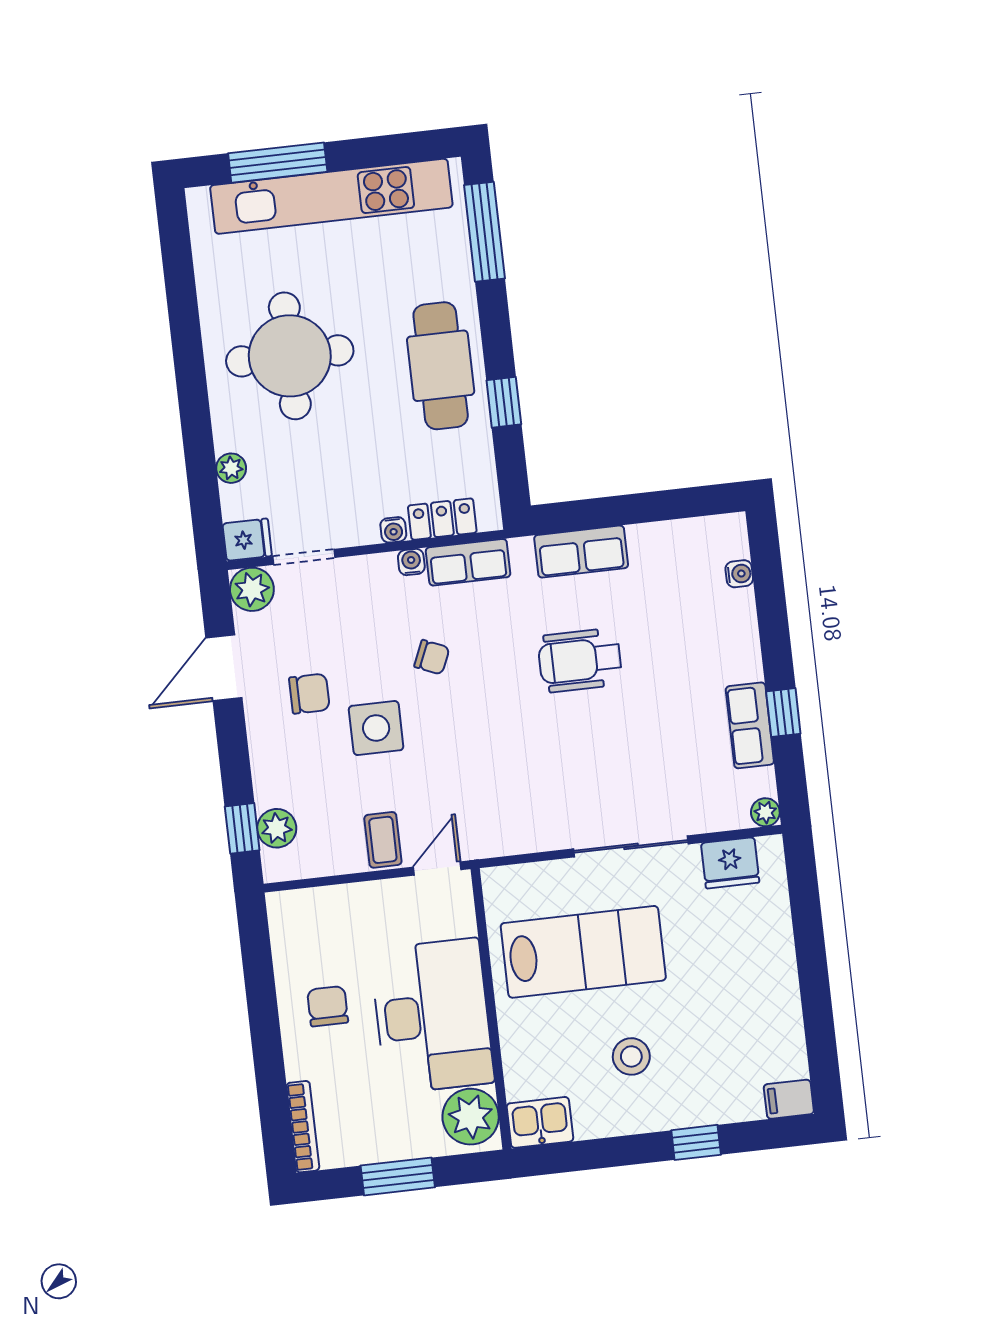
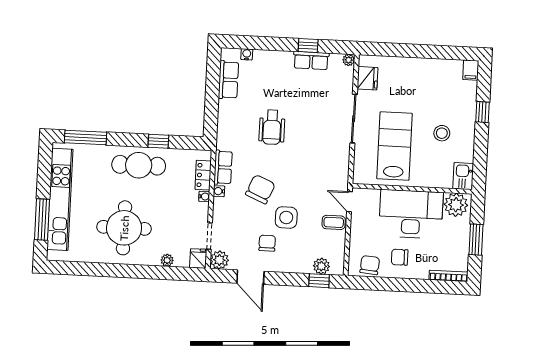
row of seats: (581, 552) -> (228, 80), moved
chair: (432, 657) -> (260, 189), width x1.87, depth x1.87
chair: (298, 940) -> (370, 265), added

